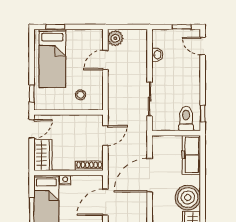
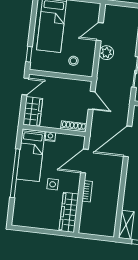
plant: (115, 38) -> (106, 53), moved
door: (105, 136) -> (92, 100), hinge flipped

